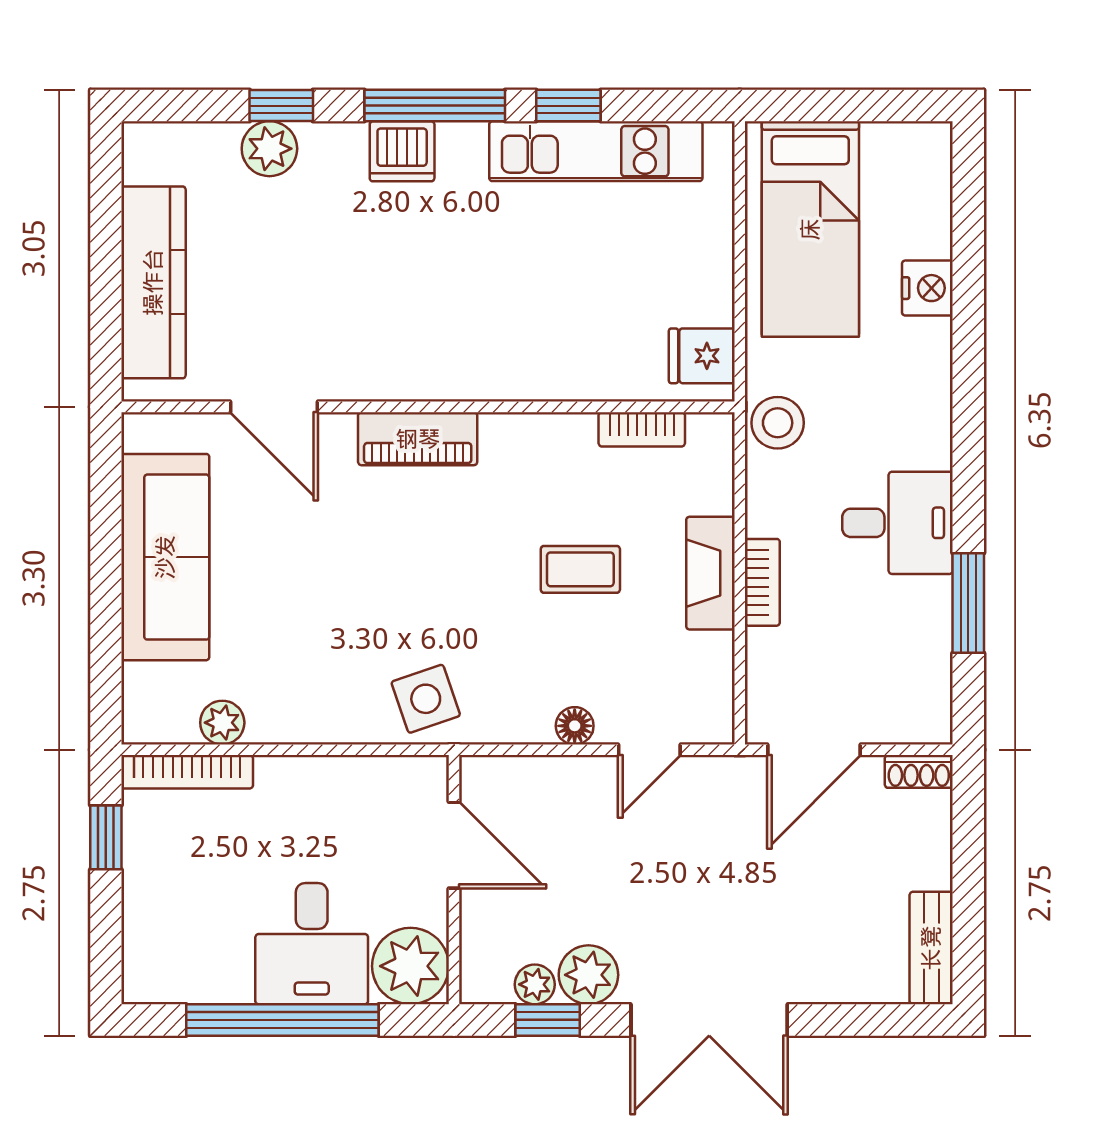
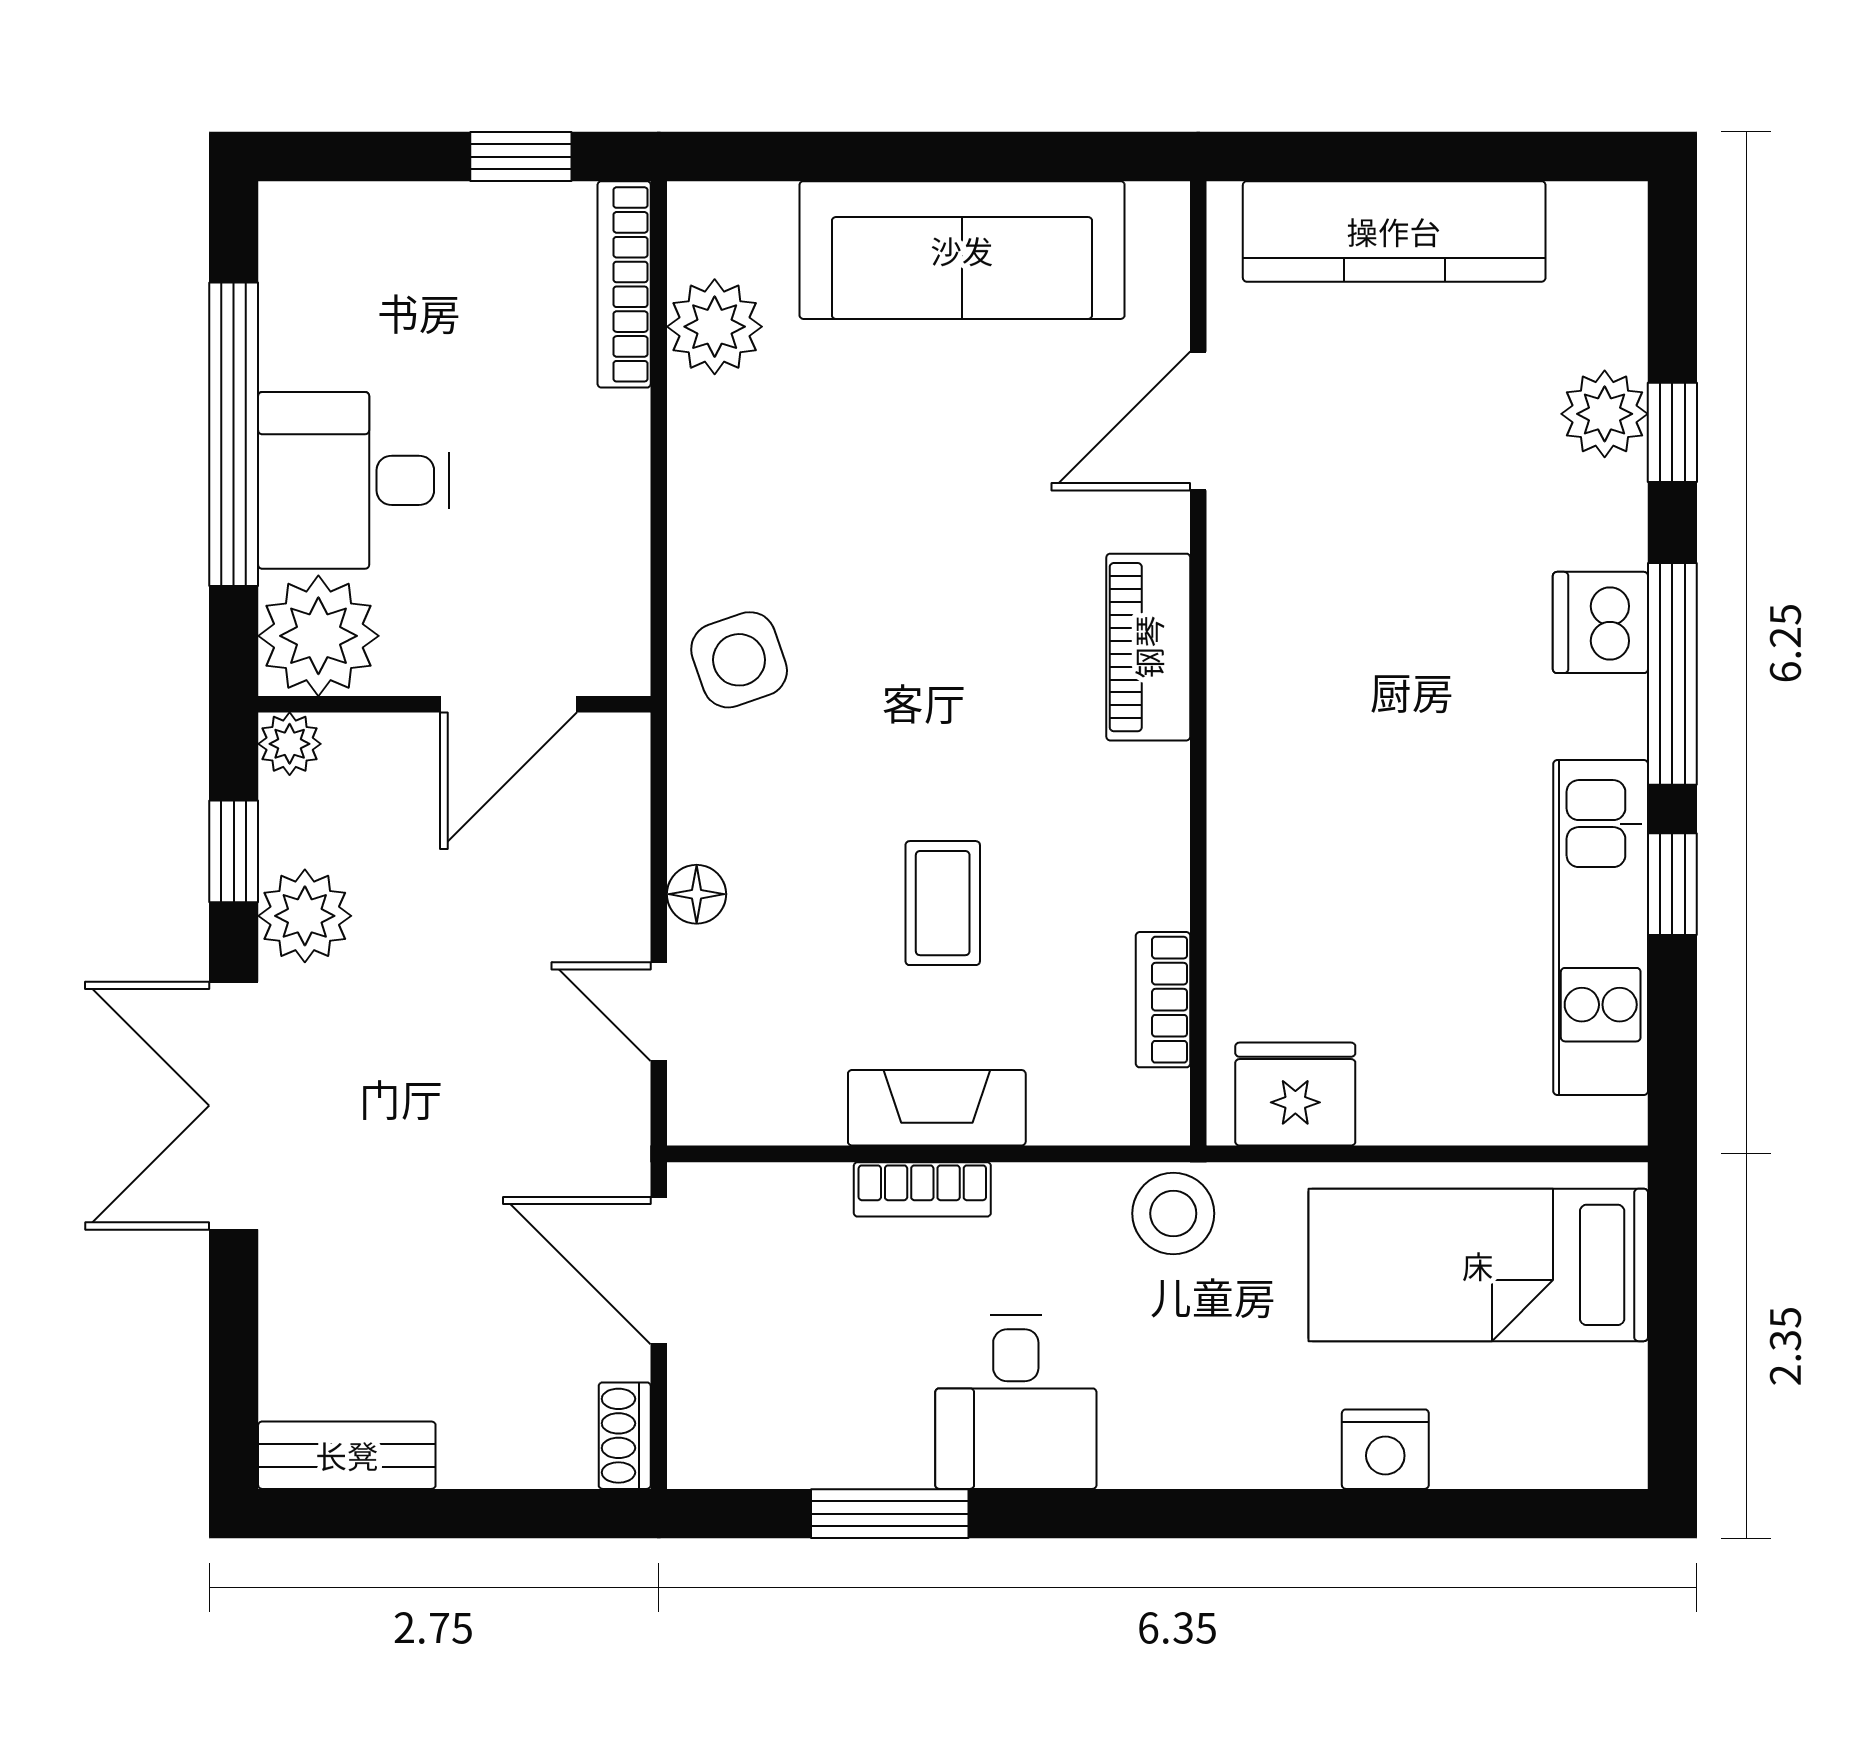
fridge: (702, 356) -> (1295, 1094), width x1.38
plant: (222, 723) -> (715, 327), width x1.38, depth x1.38
plant: (535, 984) -> (290, 744), moved

